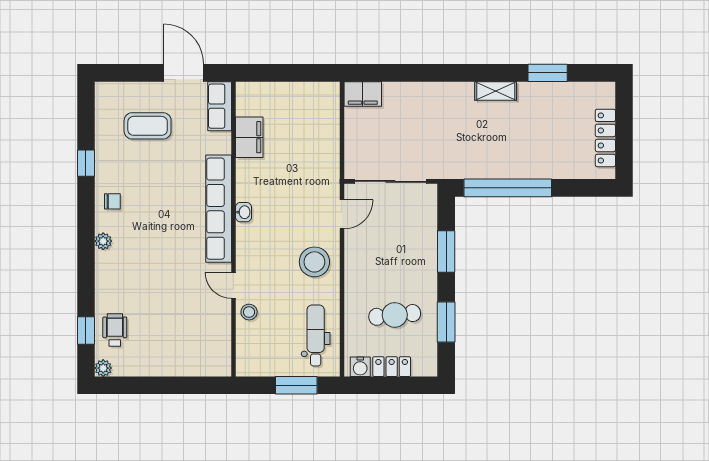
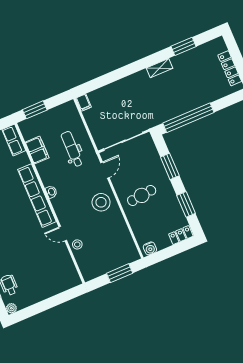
window: (272, 73) -> (35, 110), added
filing cabinet: (363, 94) -> (83, 103), width x0.50
cafe table: (395, 315) -> (142, 195), moved
dental chair: (316, 335) -> (72, 149), moved
locker: (392, 367) -> (181, 235), moved

